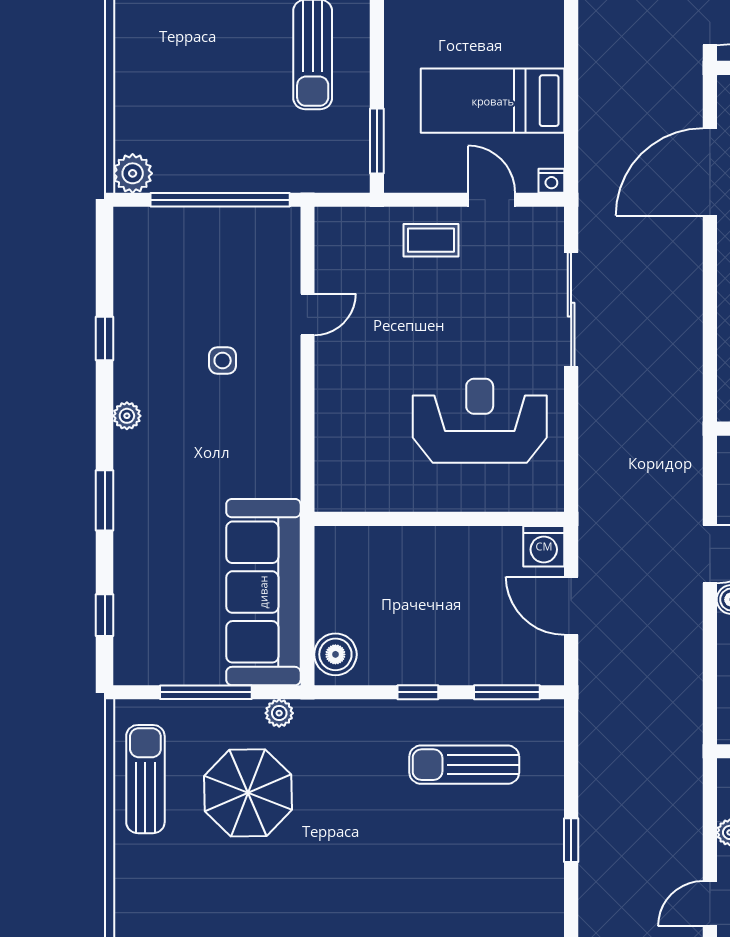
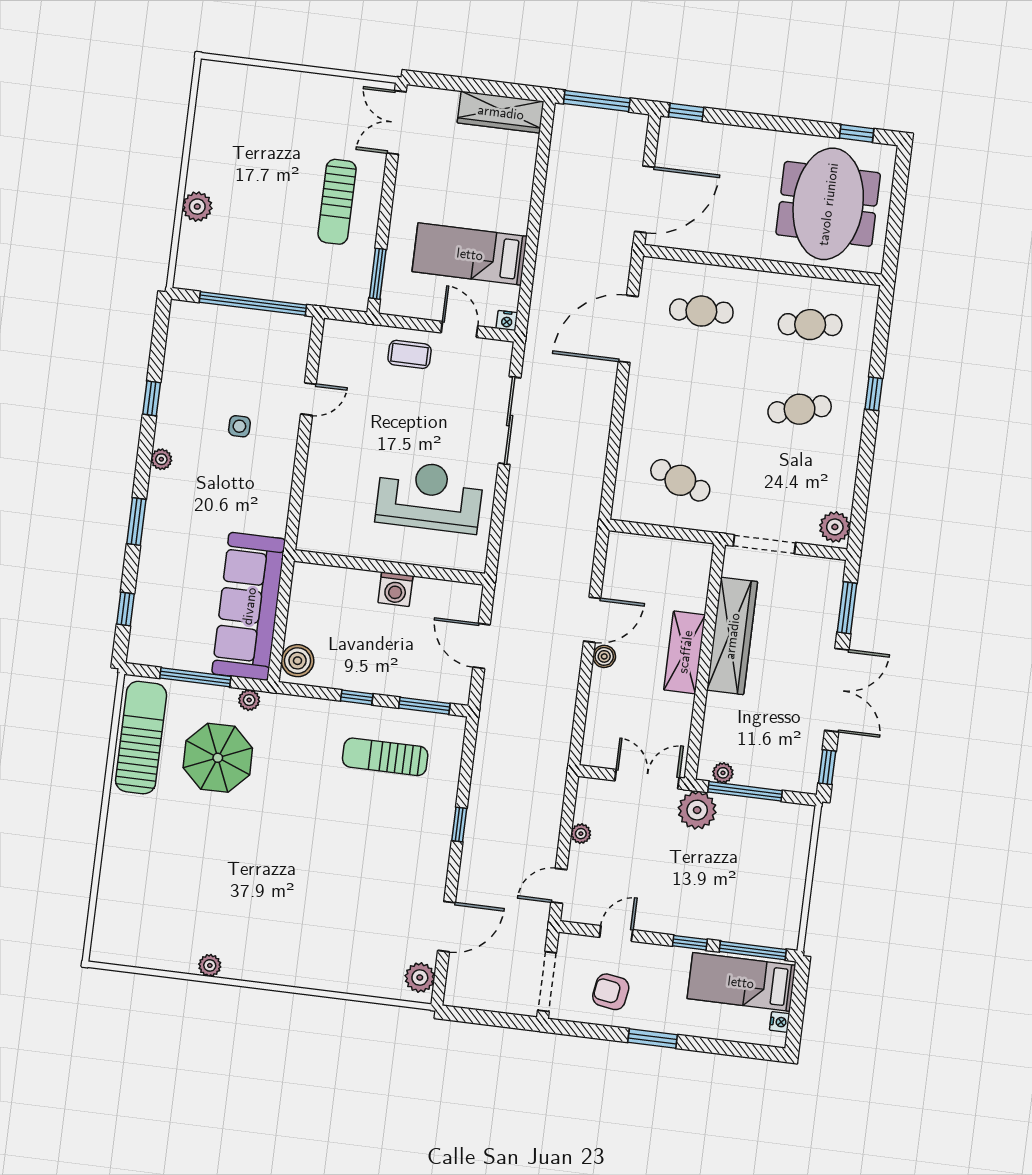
plant: (133, 173) -> (197, 207), moved
washing machine: (544, 546) -> (395, 589), moved
sun lounger: (145, 779) -> (141, 738), width x1.36, depth x1.34

